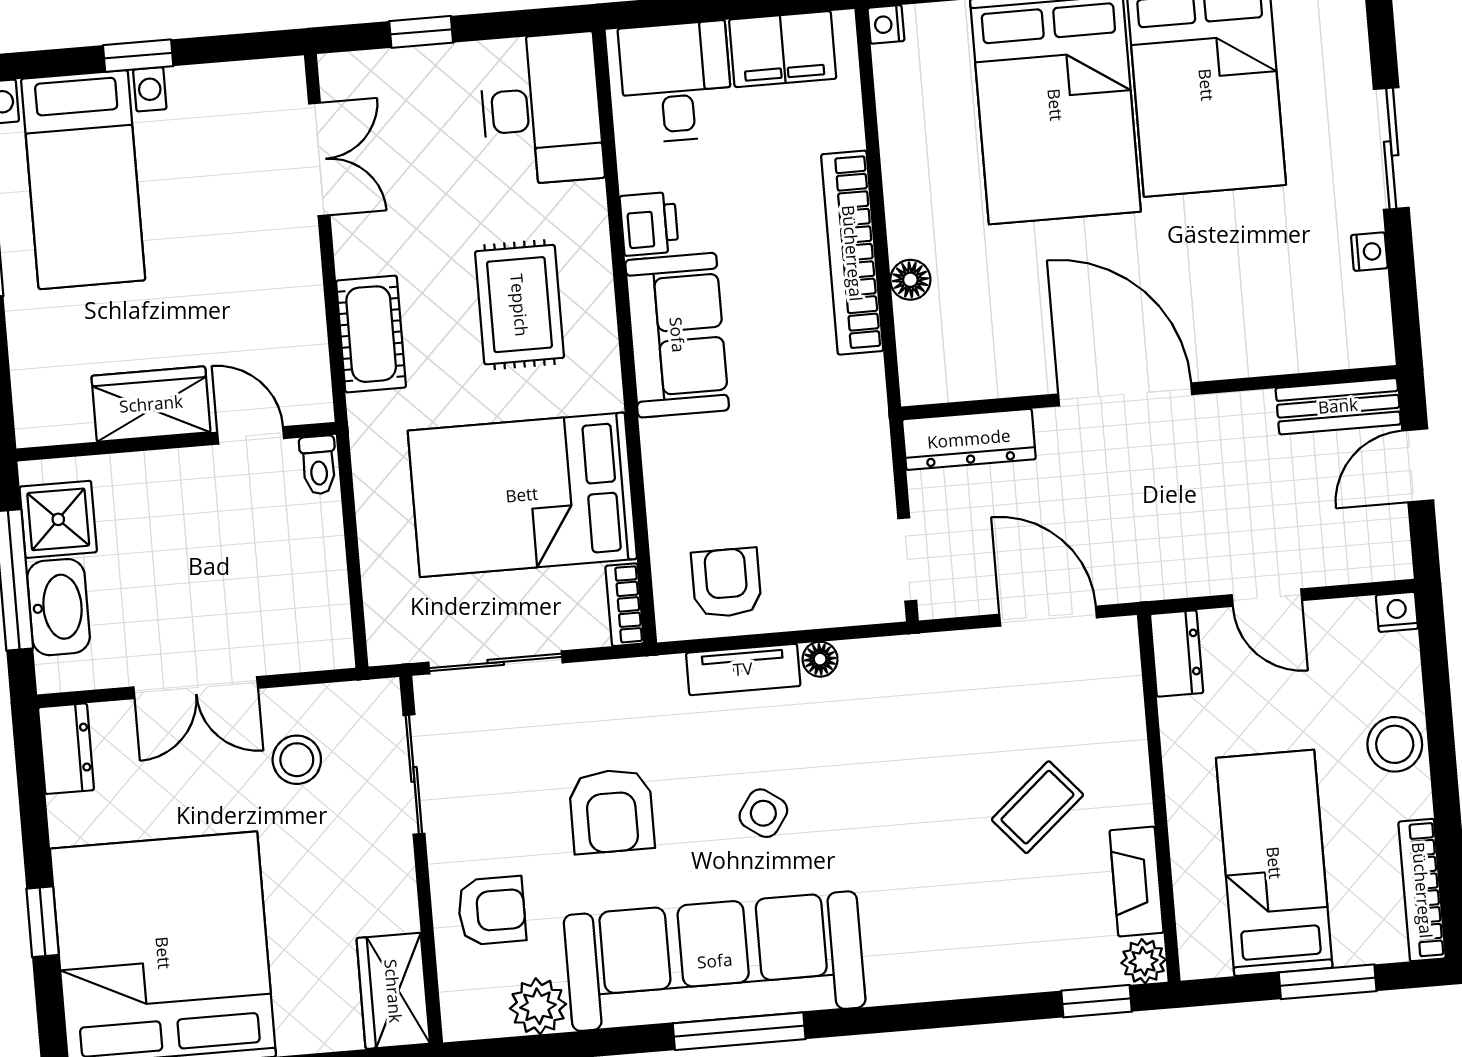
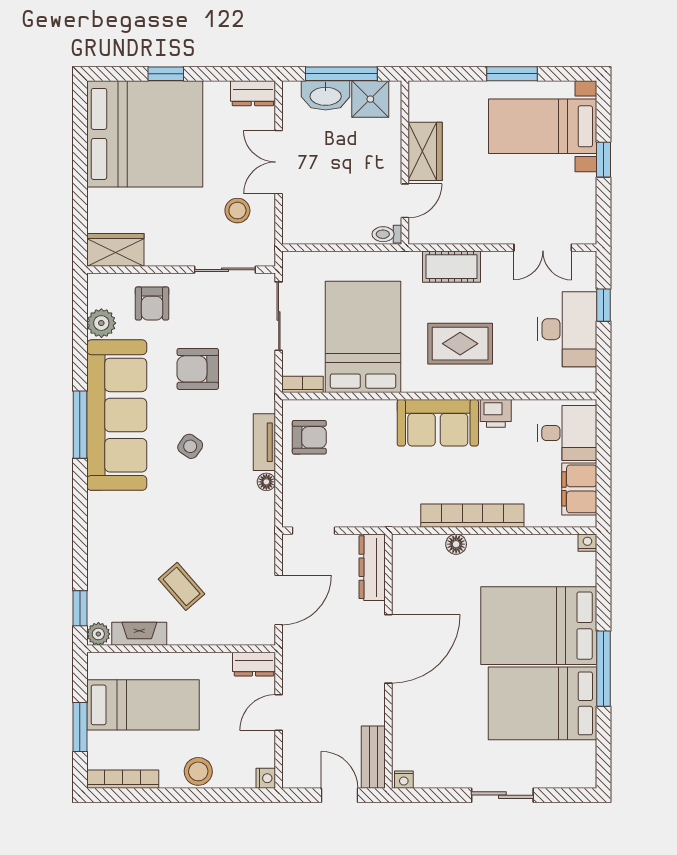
desk: (541, 109) -> (567, 329), moved, turned -90
nightstand: (1369, 252) -> (404, 780), moved

